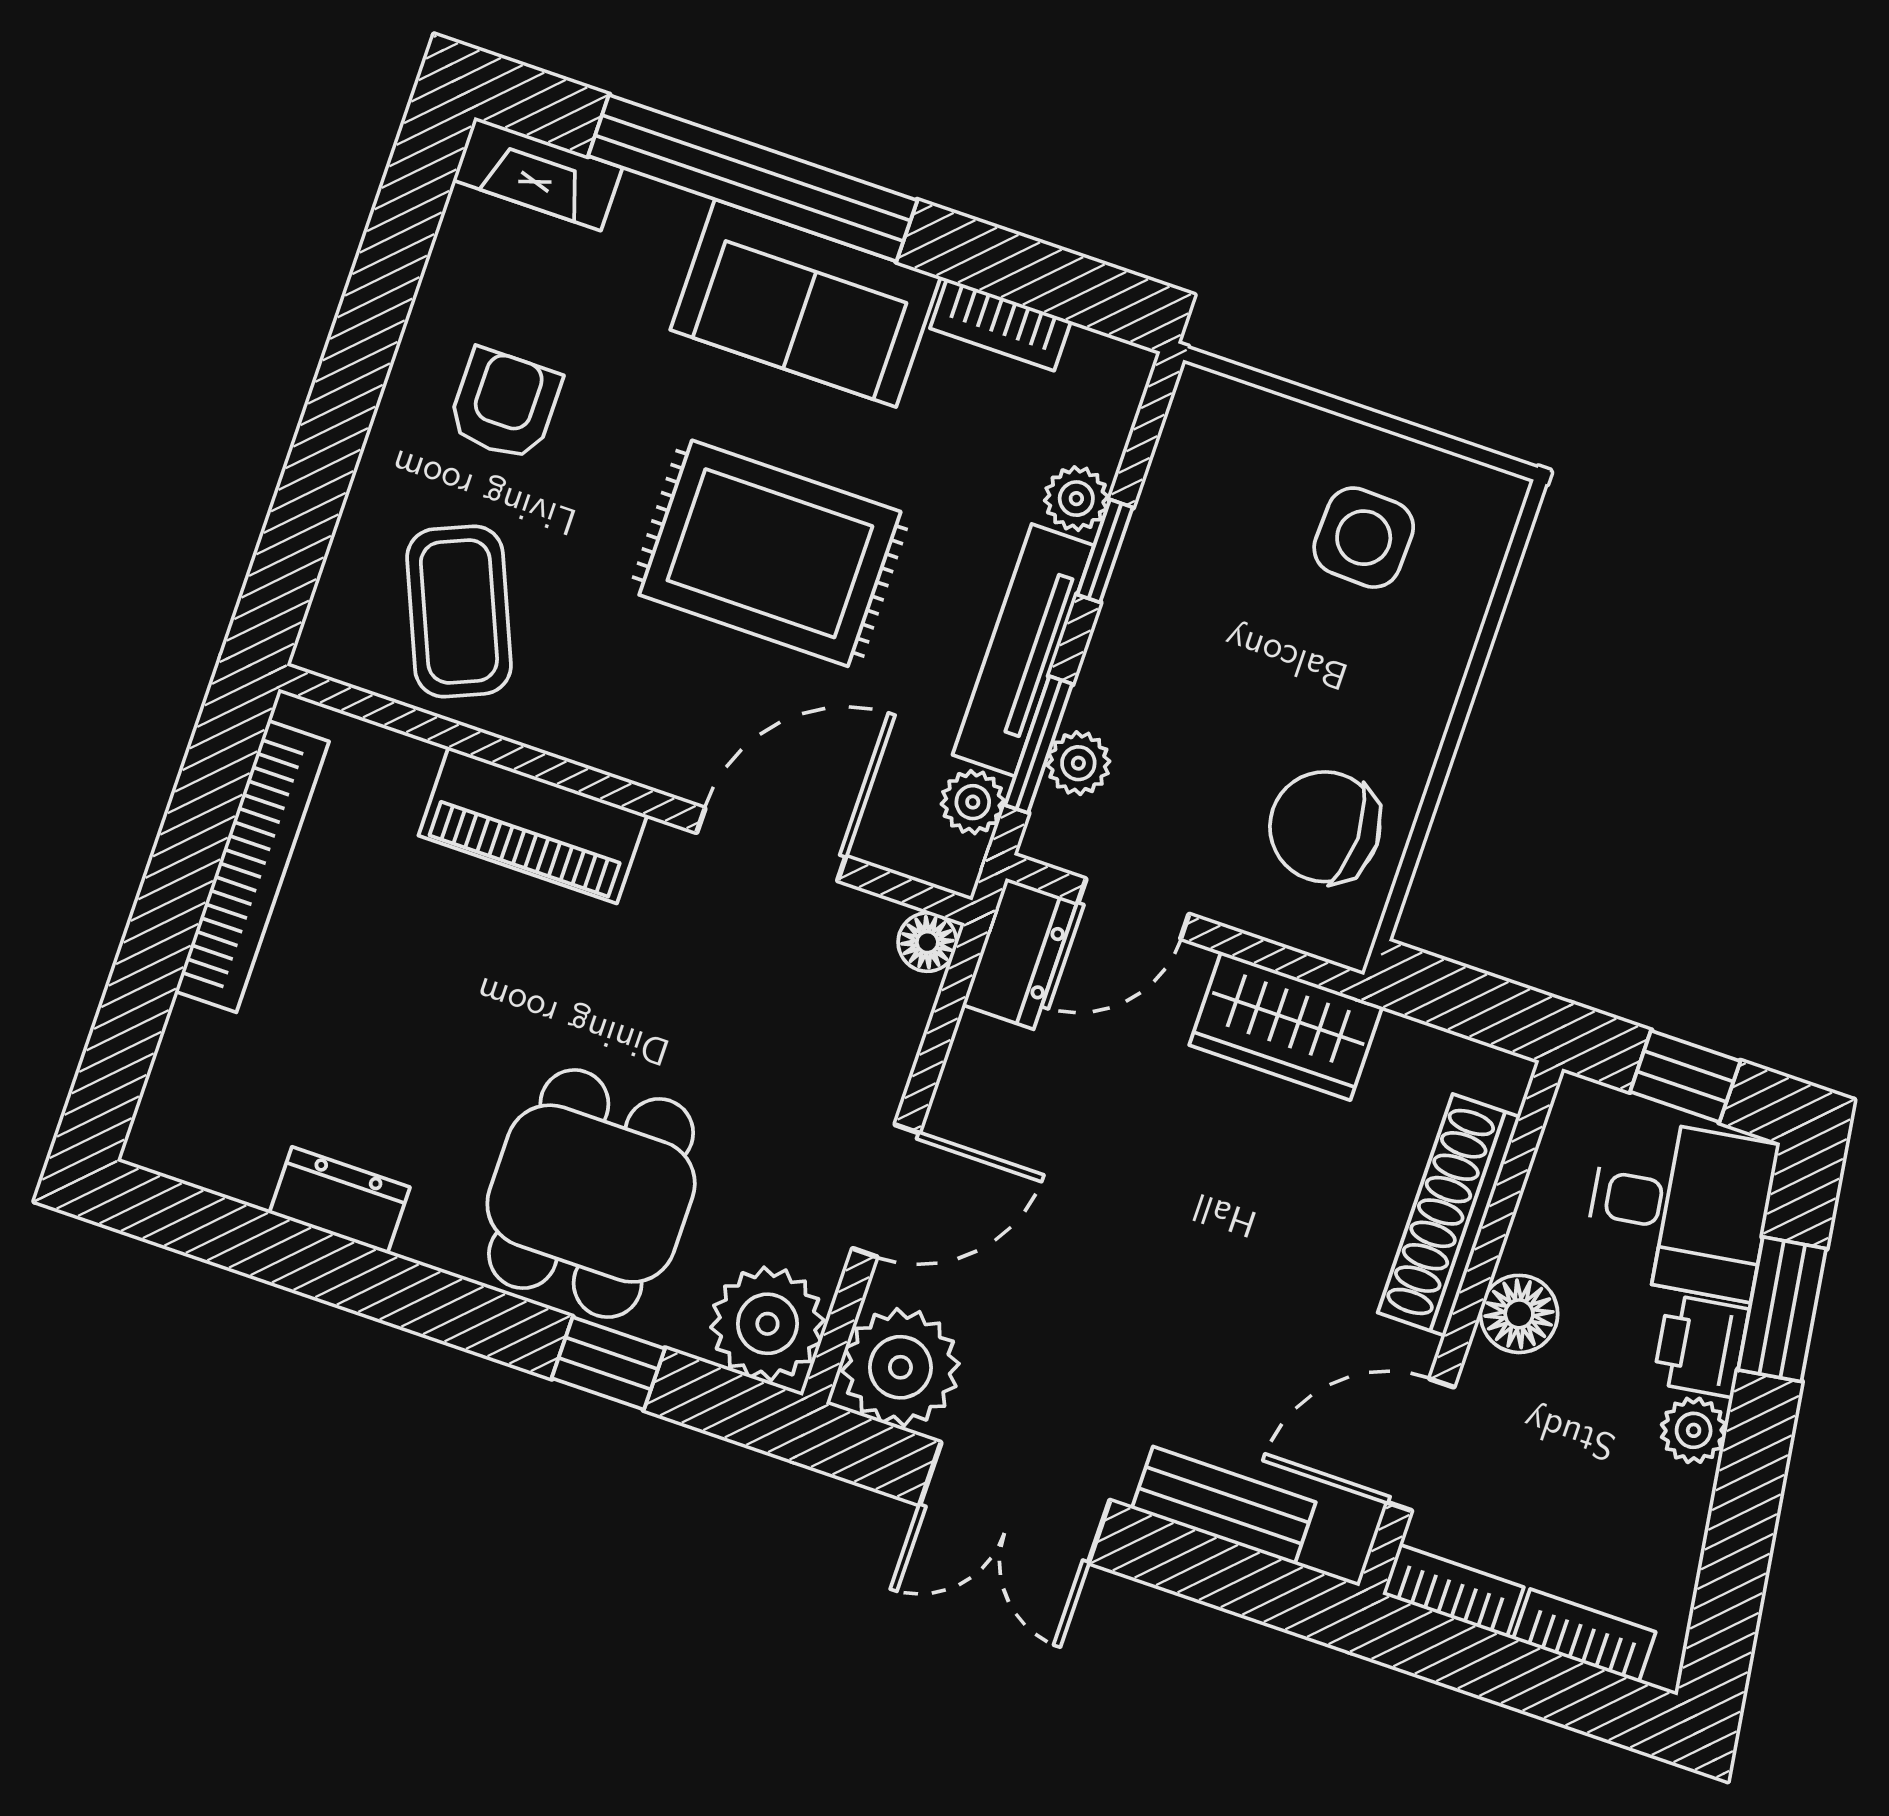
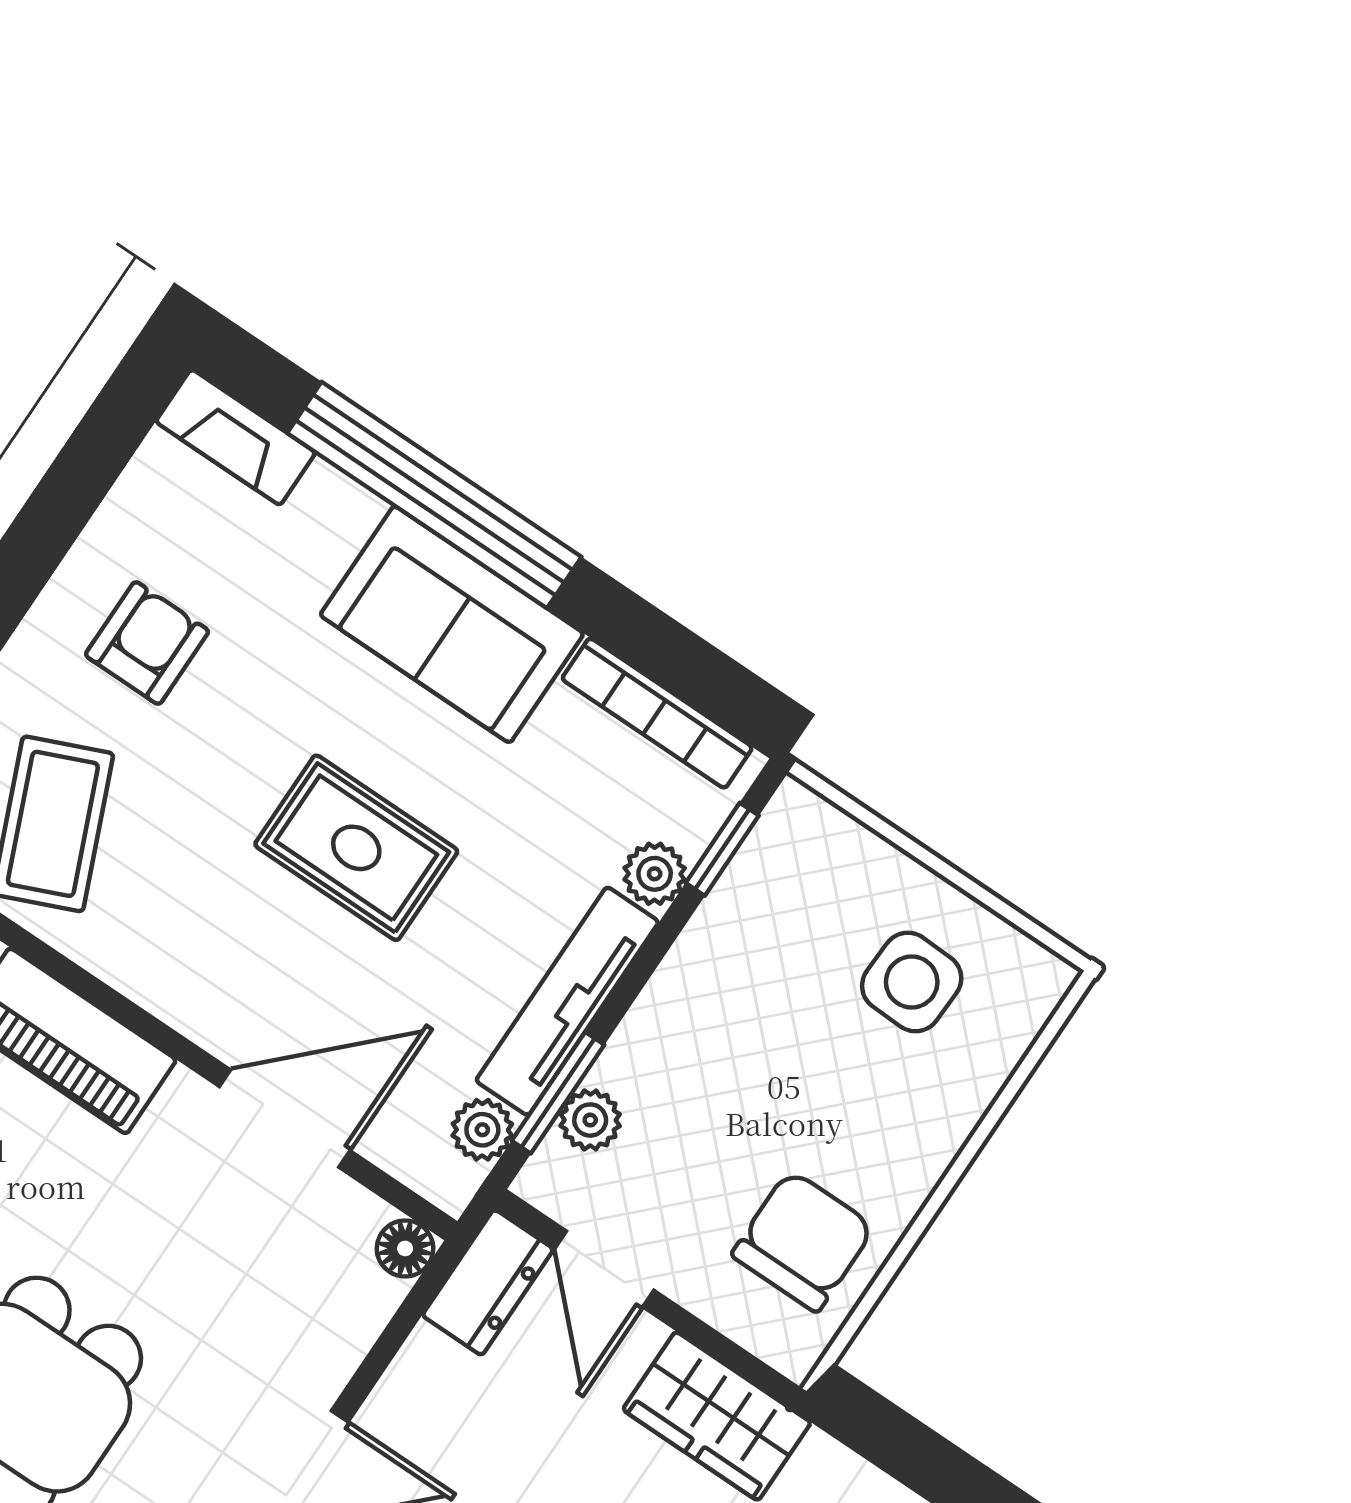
bookcase: (1001, 325) -> (657, 713), width x1.56
window: (1105, 551) -> (722, 849), moved
rug: (770, 553) -> (356, 848), width x0.73, depth x0.70
chair: (1325, 827) -> (803, 1241), turned 90
door: (1133, 909) -> (605, 1269), hinge flipped

